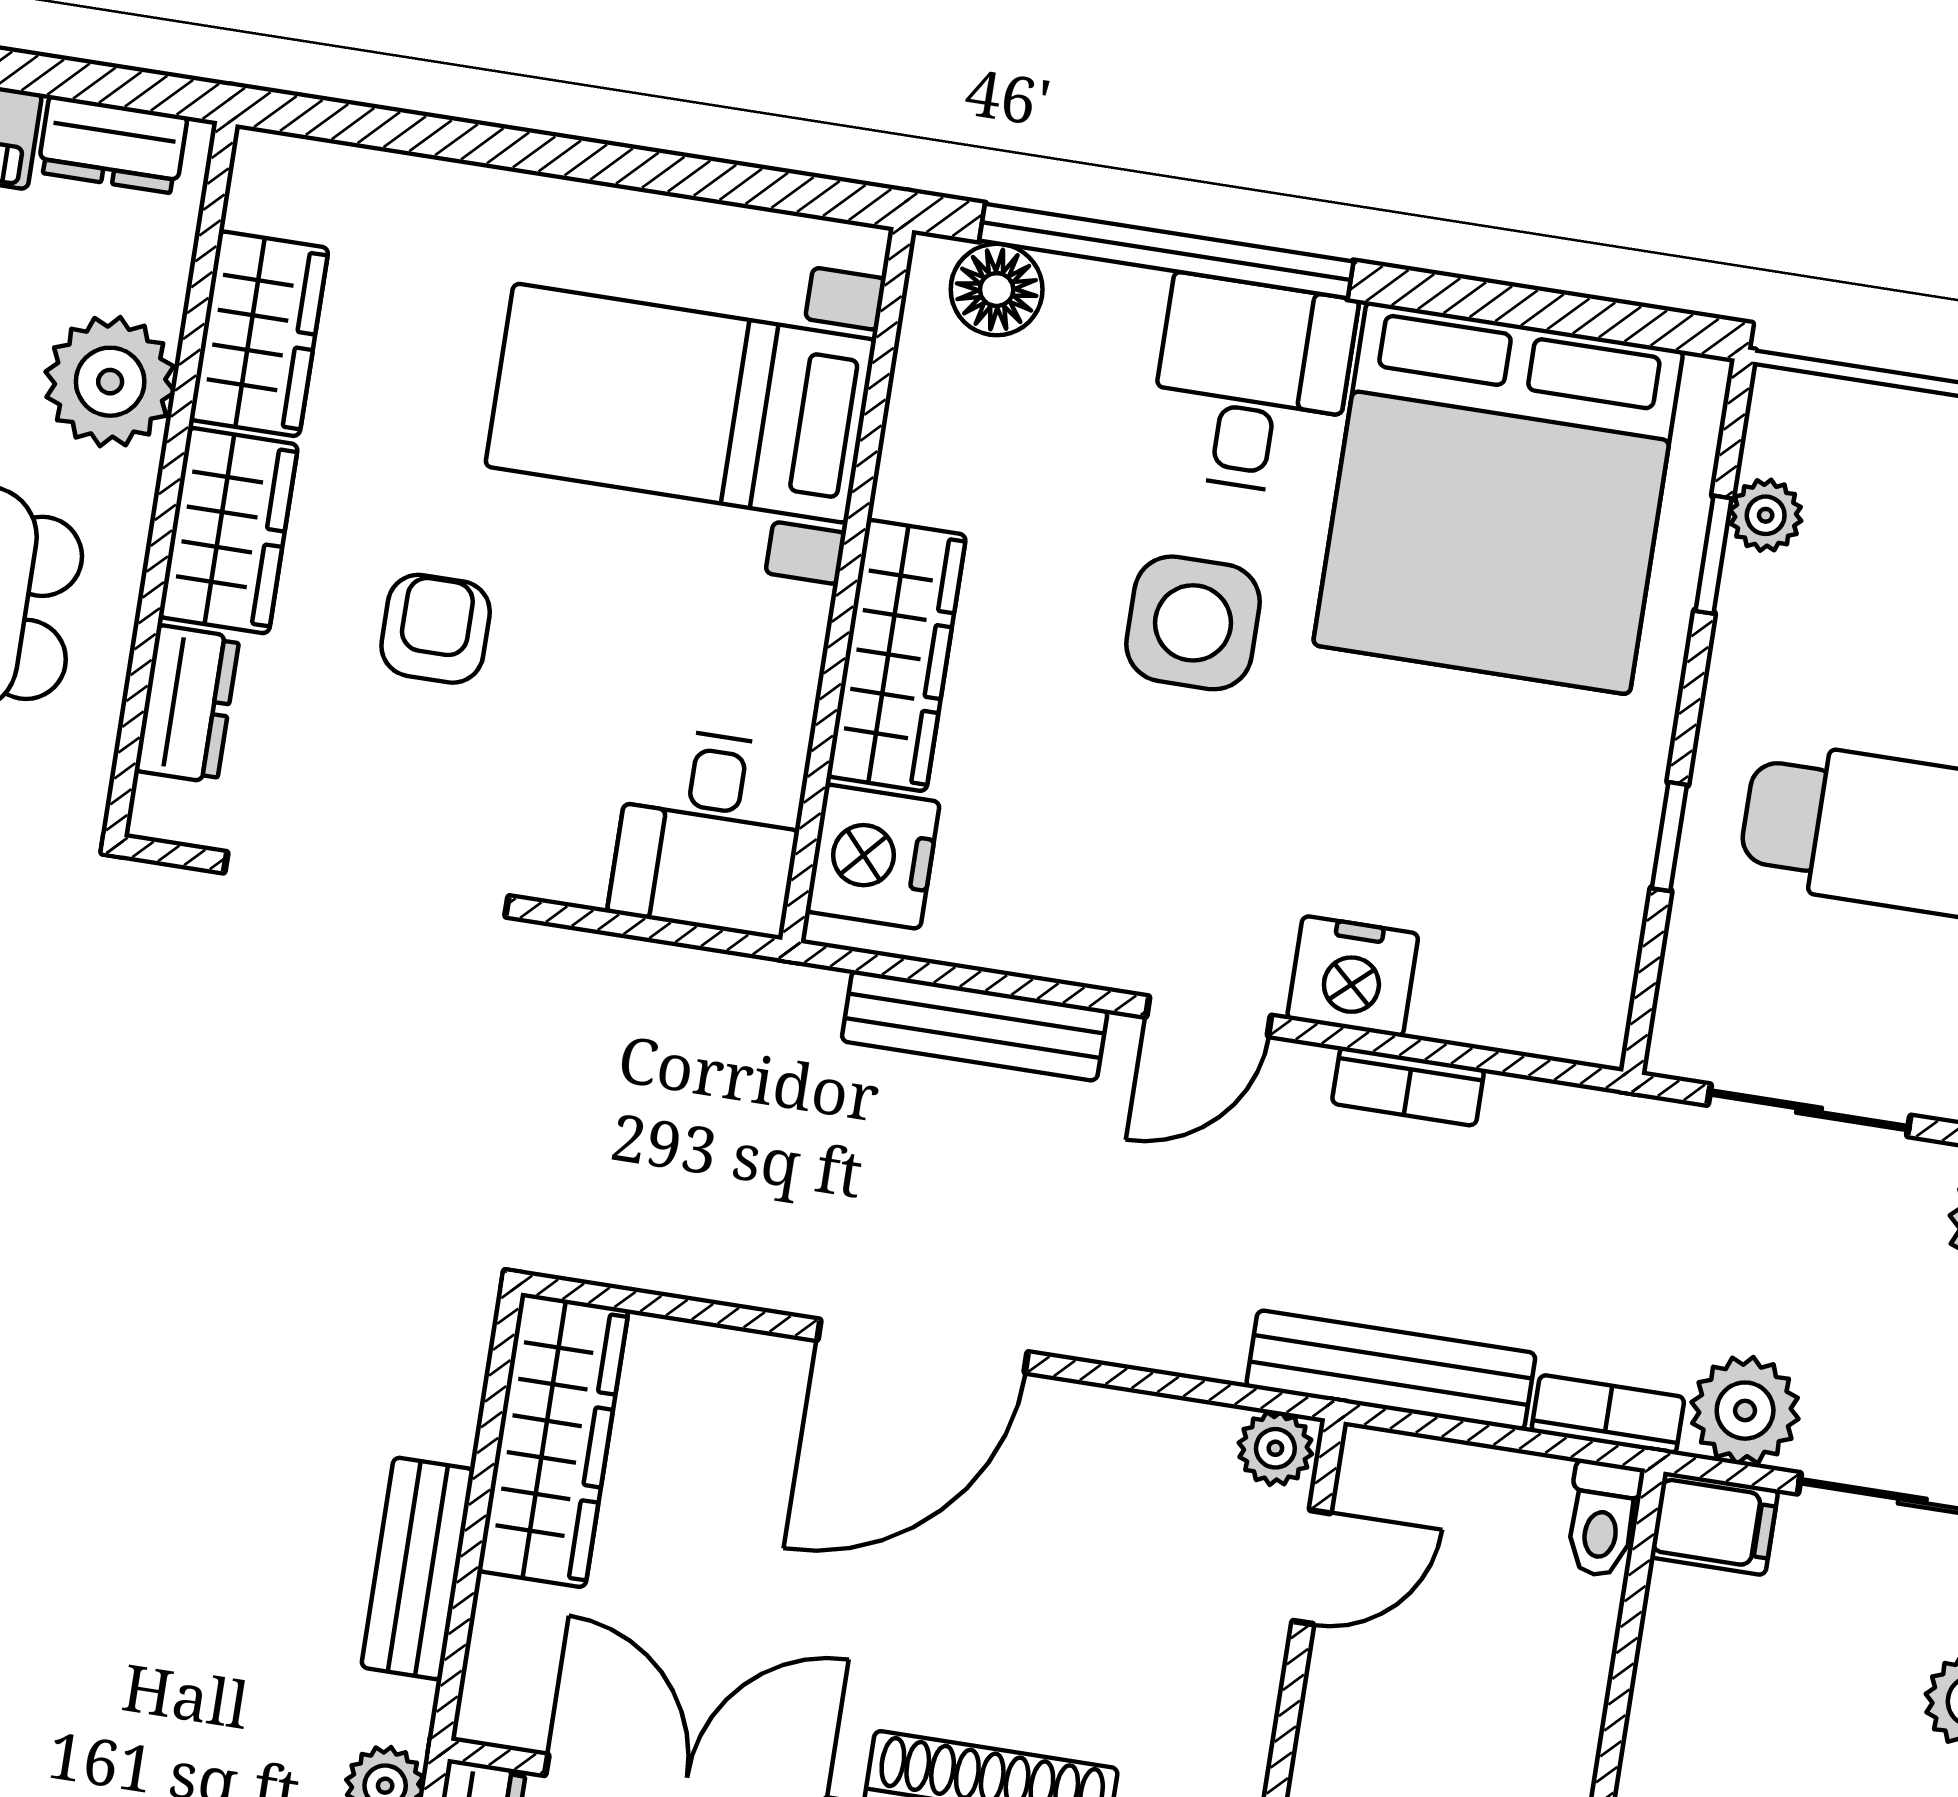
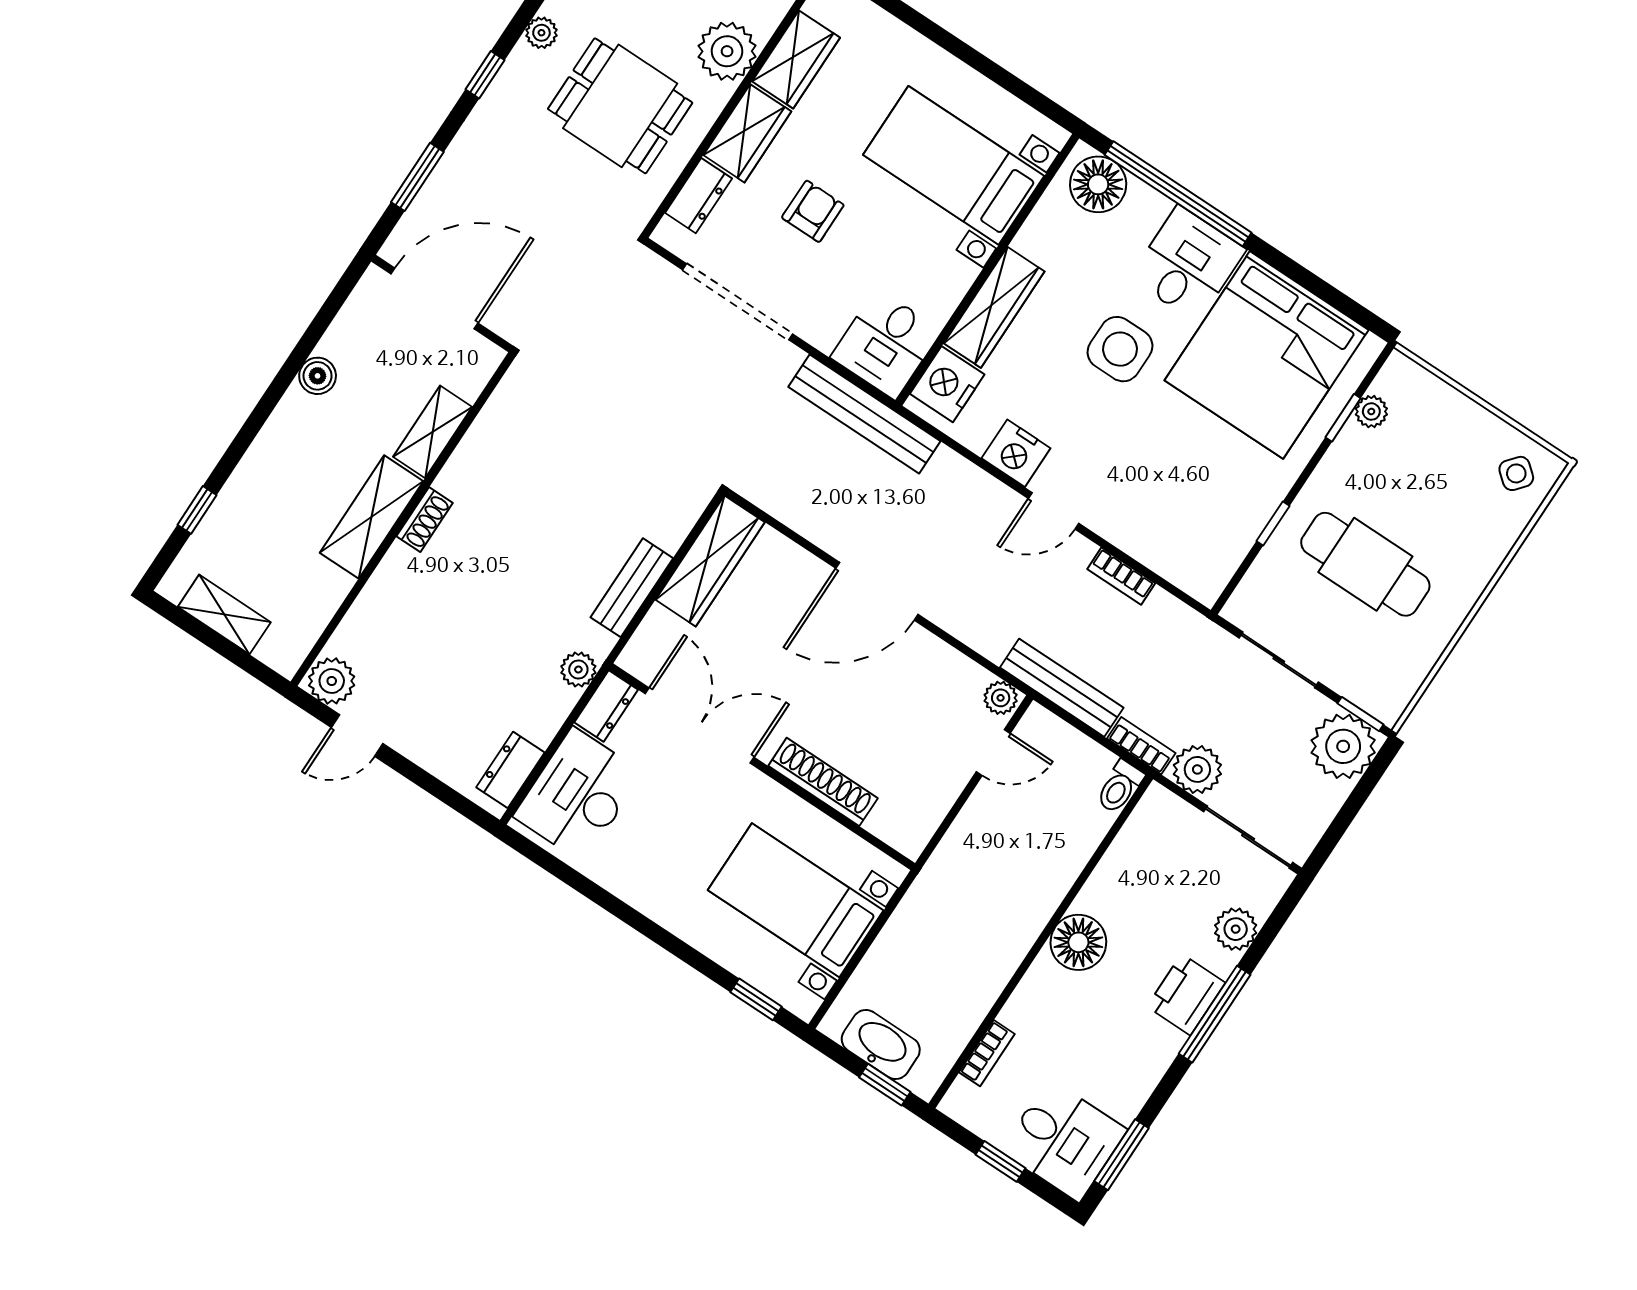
floor lamp: (997, 290) -> (1098, 184), width x1.38, depth x1.38
nightstand: (1353, 976) -> (1016, 453), moved
bench: (975, 1026) -> (864, 414), moved, width x1.37, depth x1.21
filing cabinet: (1714, 1524) -> (1164, 809), removed

